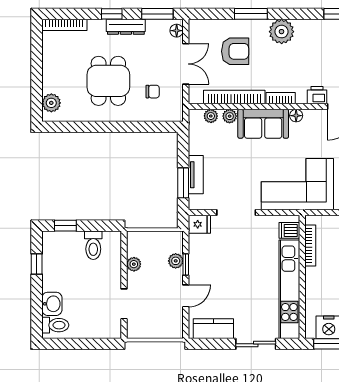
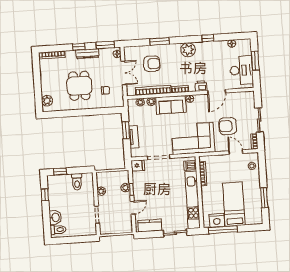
plant: (282, 32) -> (188, 50), moved
window: (183, 183) -> (126, 130), moved

